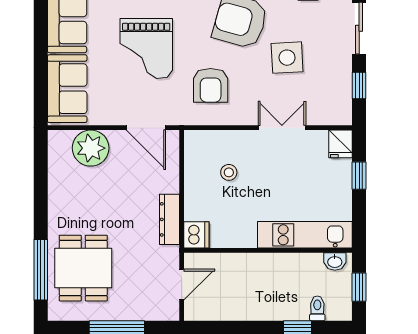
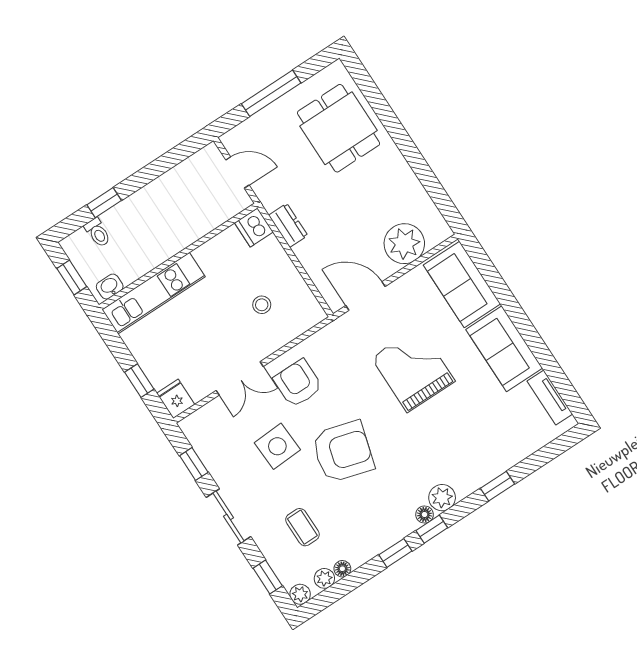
armchair: (211, 85) -> (298, 383), moved
dresser: (169, 219) -> (288, 225), width x0.70
window: (41, 270) -> (377, 101), removed
door: (182, 284) -> (237, 173), swing flipped

